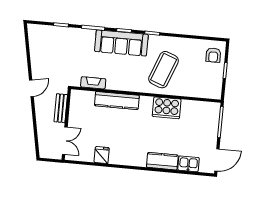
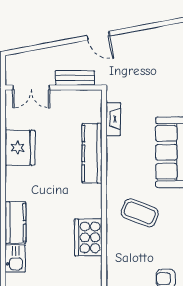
coffee table: (164, 70) -> (140, 213), width x0.73, depth x0.76
cooker: (167, 108) -> (88, 237), moved
fridge: (102, 155) -> (20, 148), width x1.88, depth x1.34

